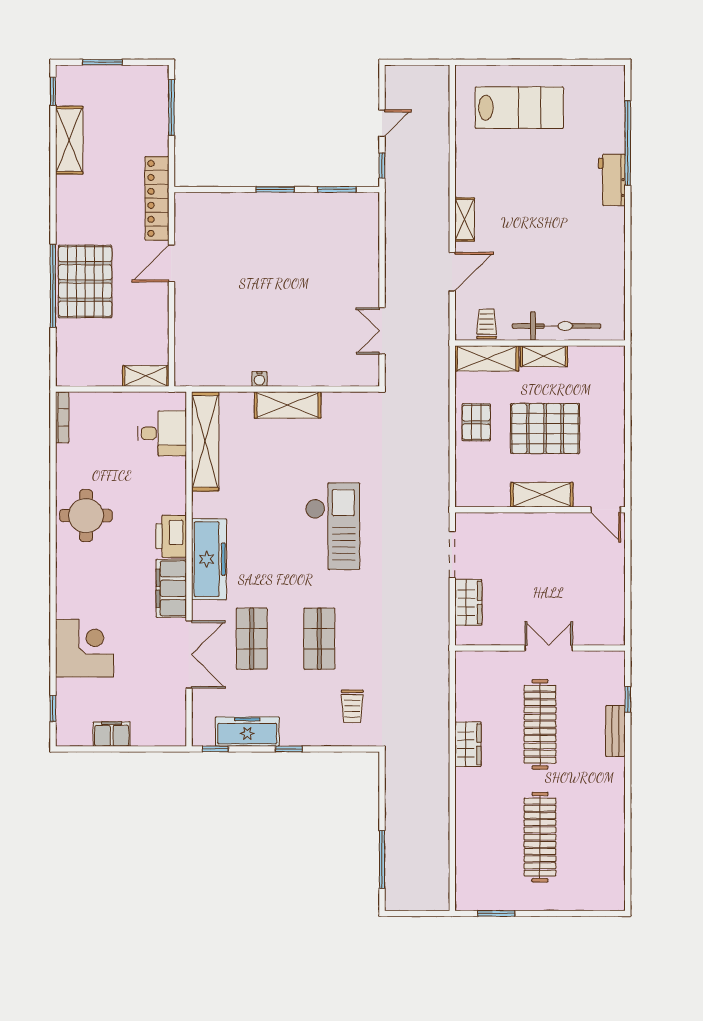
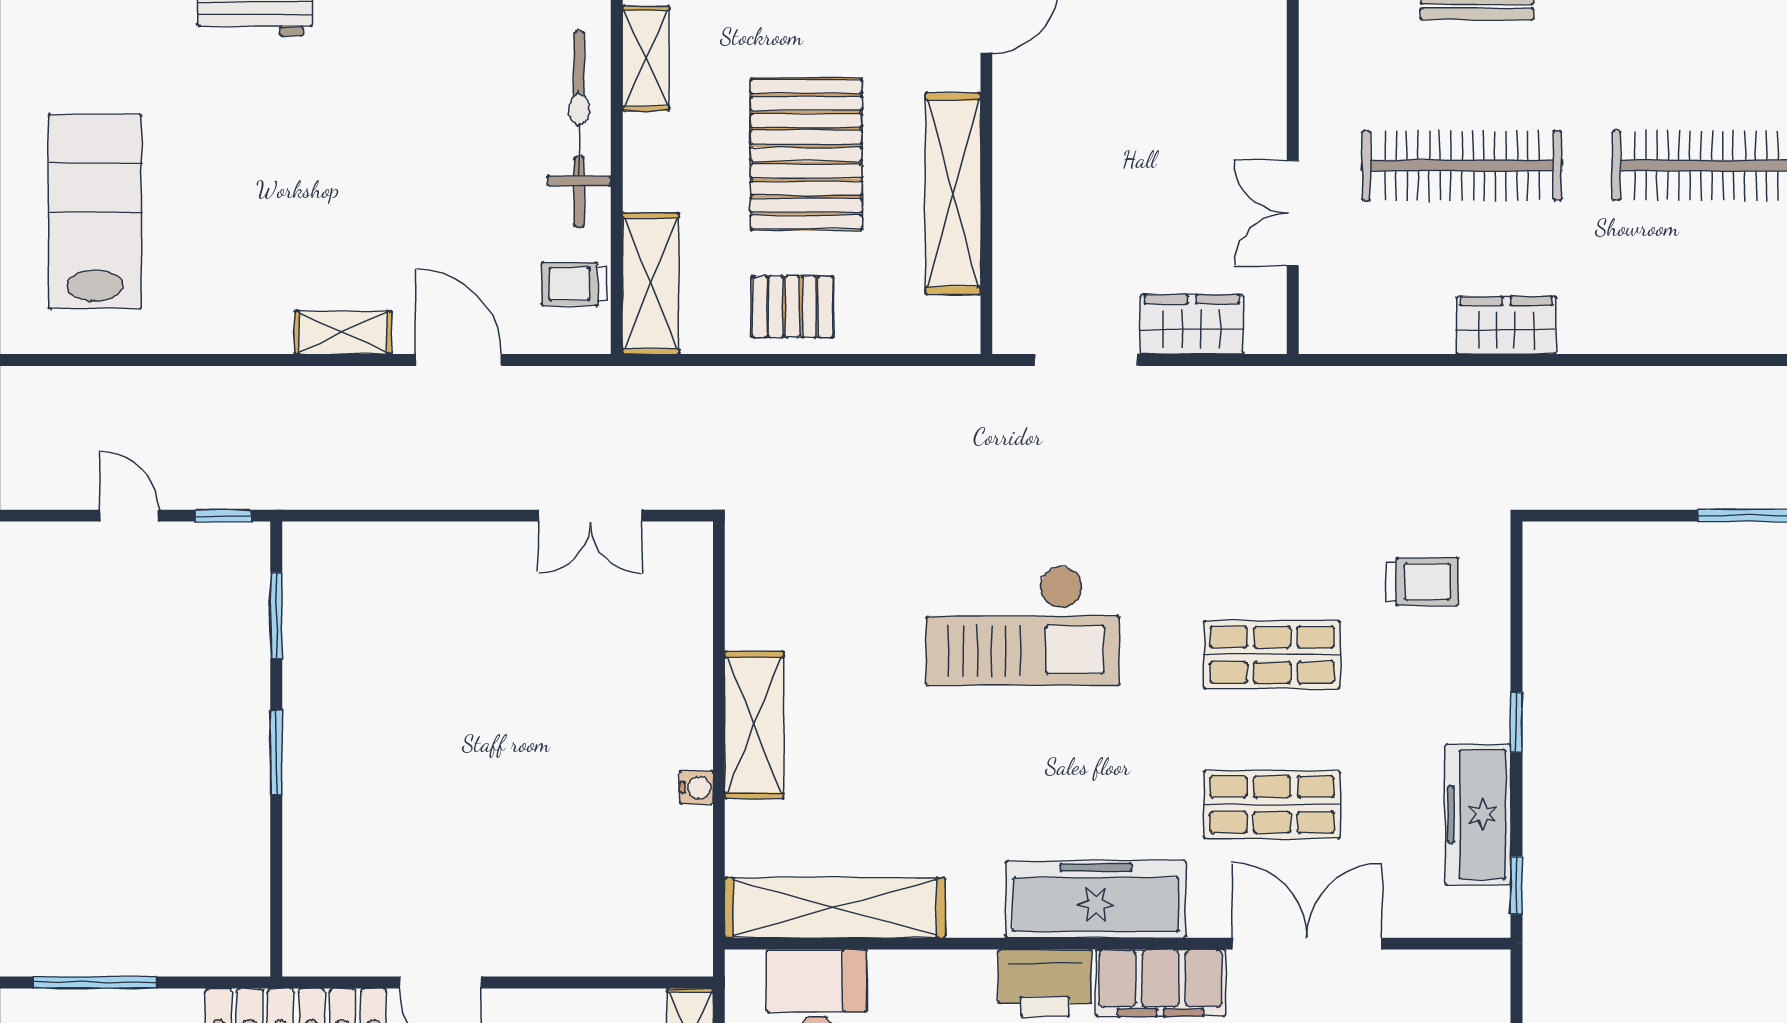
shelving: (544, 356) -> (646, 59), moved
shelving: (542, 495) -> (953, 194), width x1.47
checkout: (332, 526) -> (1023, 625), turned 180
double door: (549, 648) -> (1293, 213), moved

